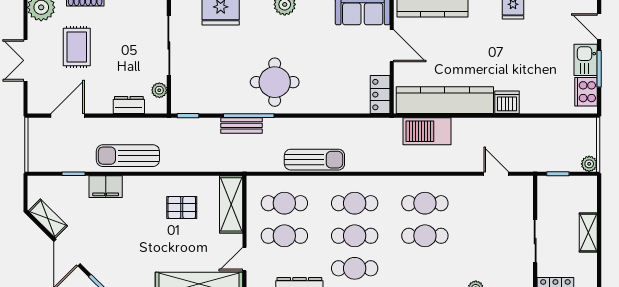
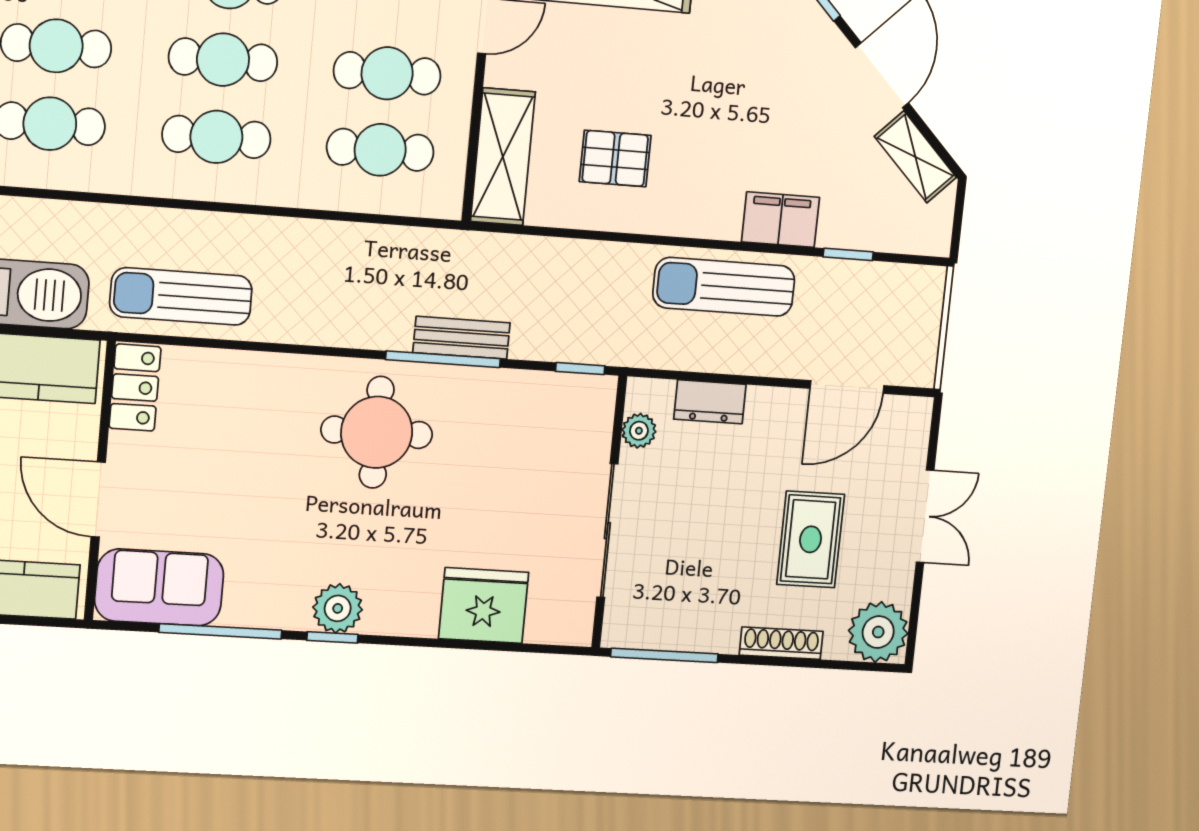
sun lounger: (128, 156) -> (724, 287), turned 180
sun lounger: (314, 160) -> (181, 296), moved

